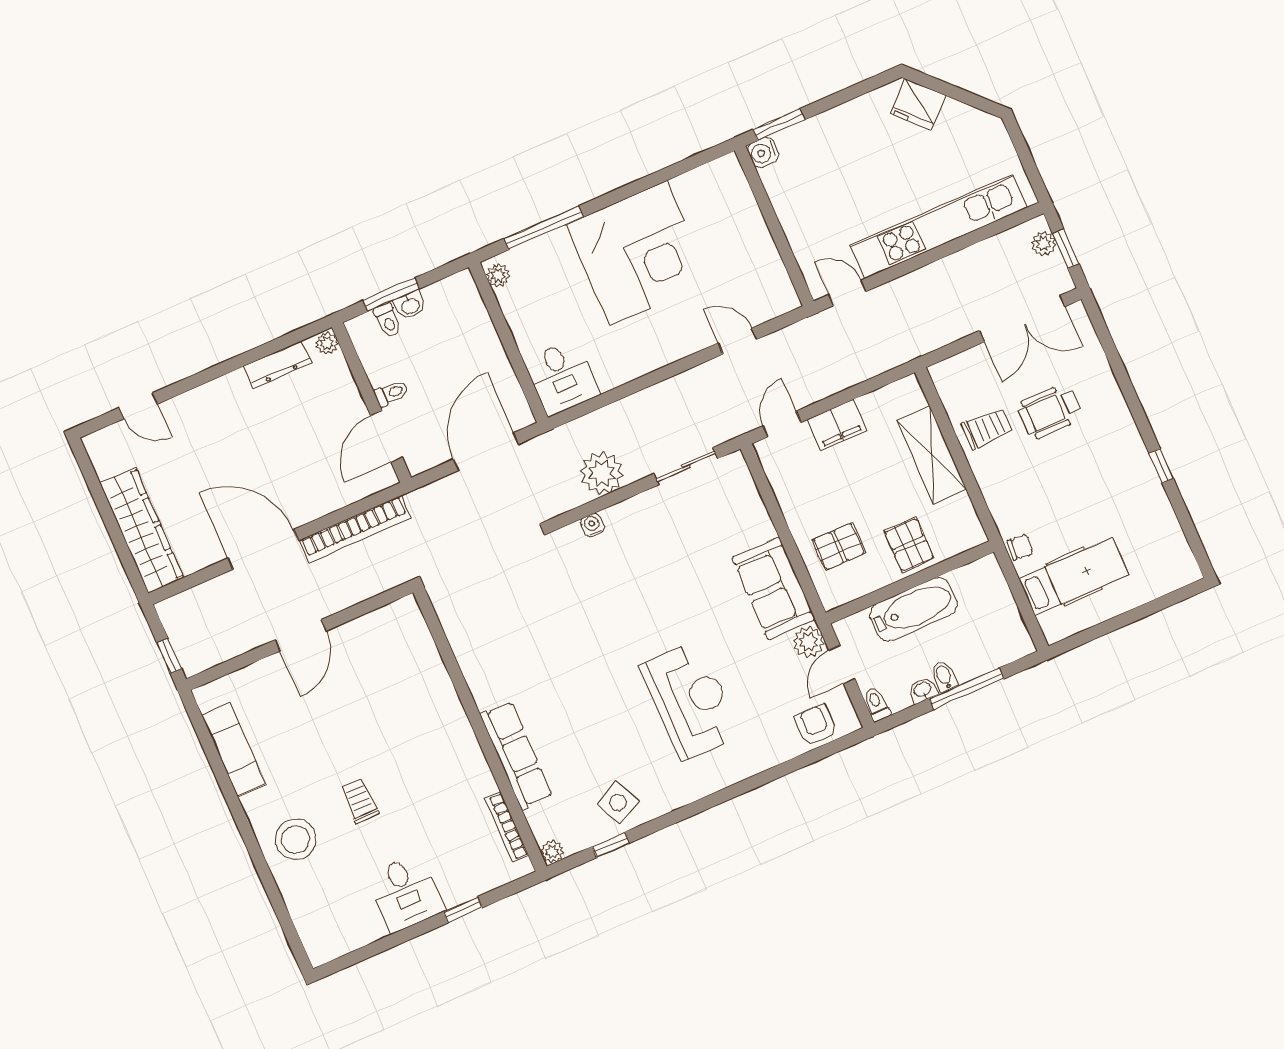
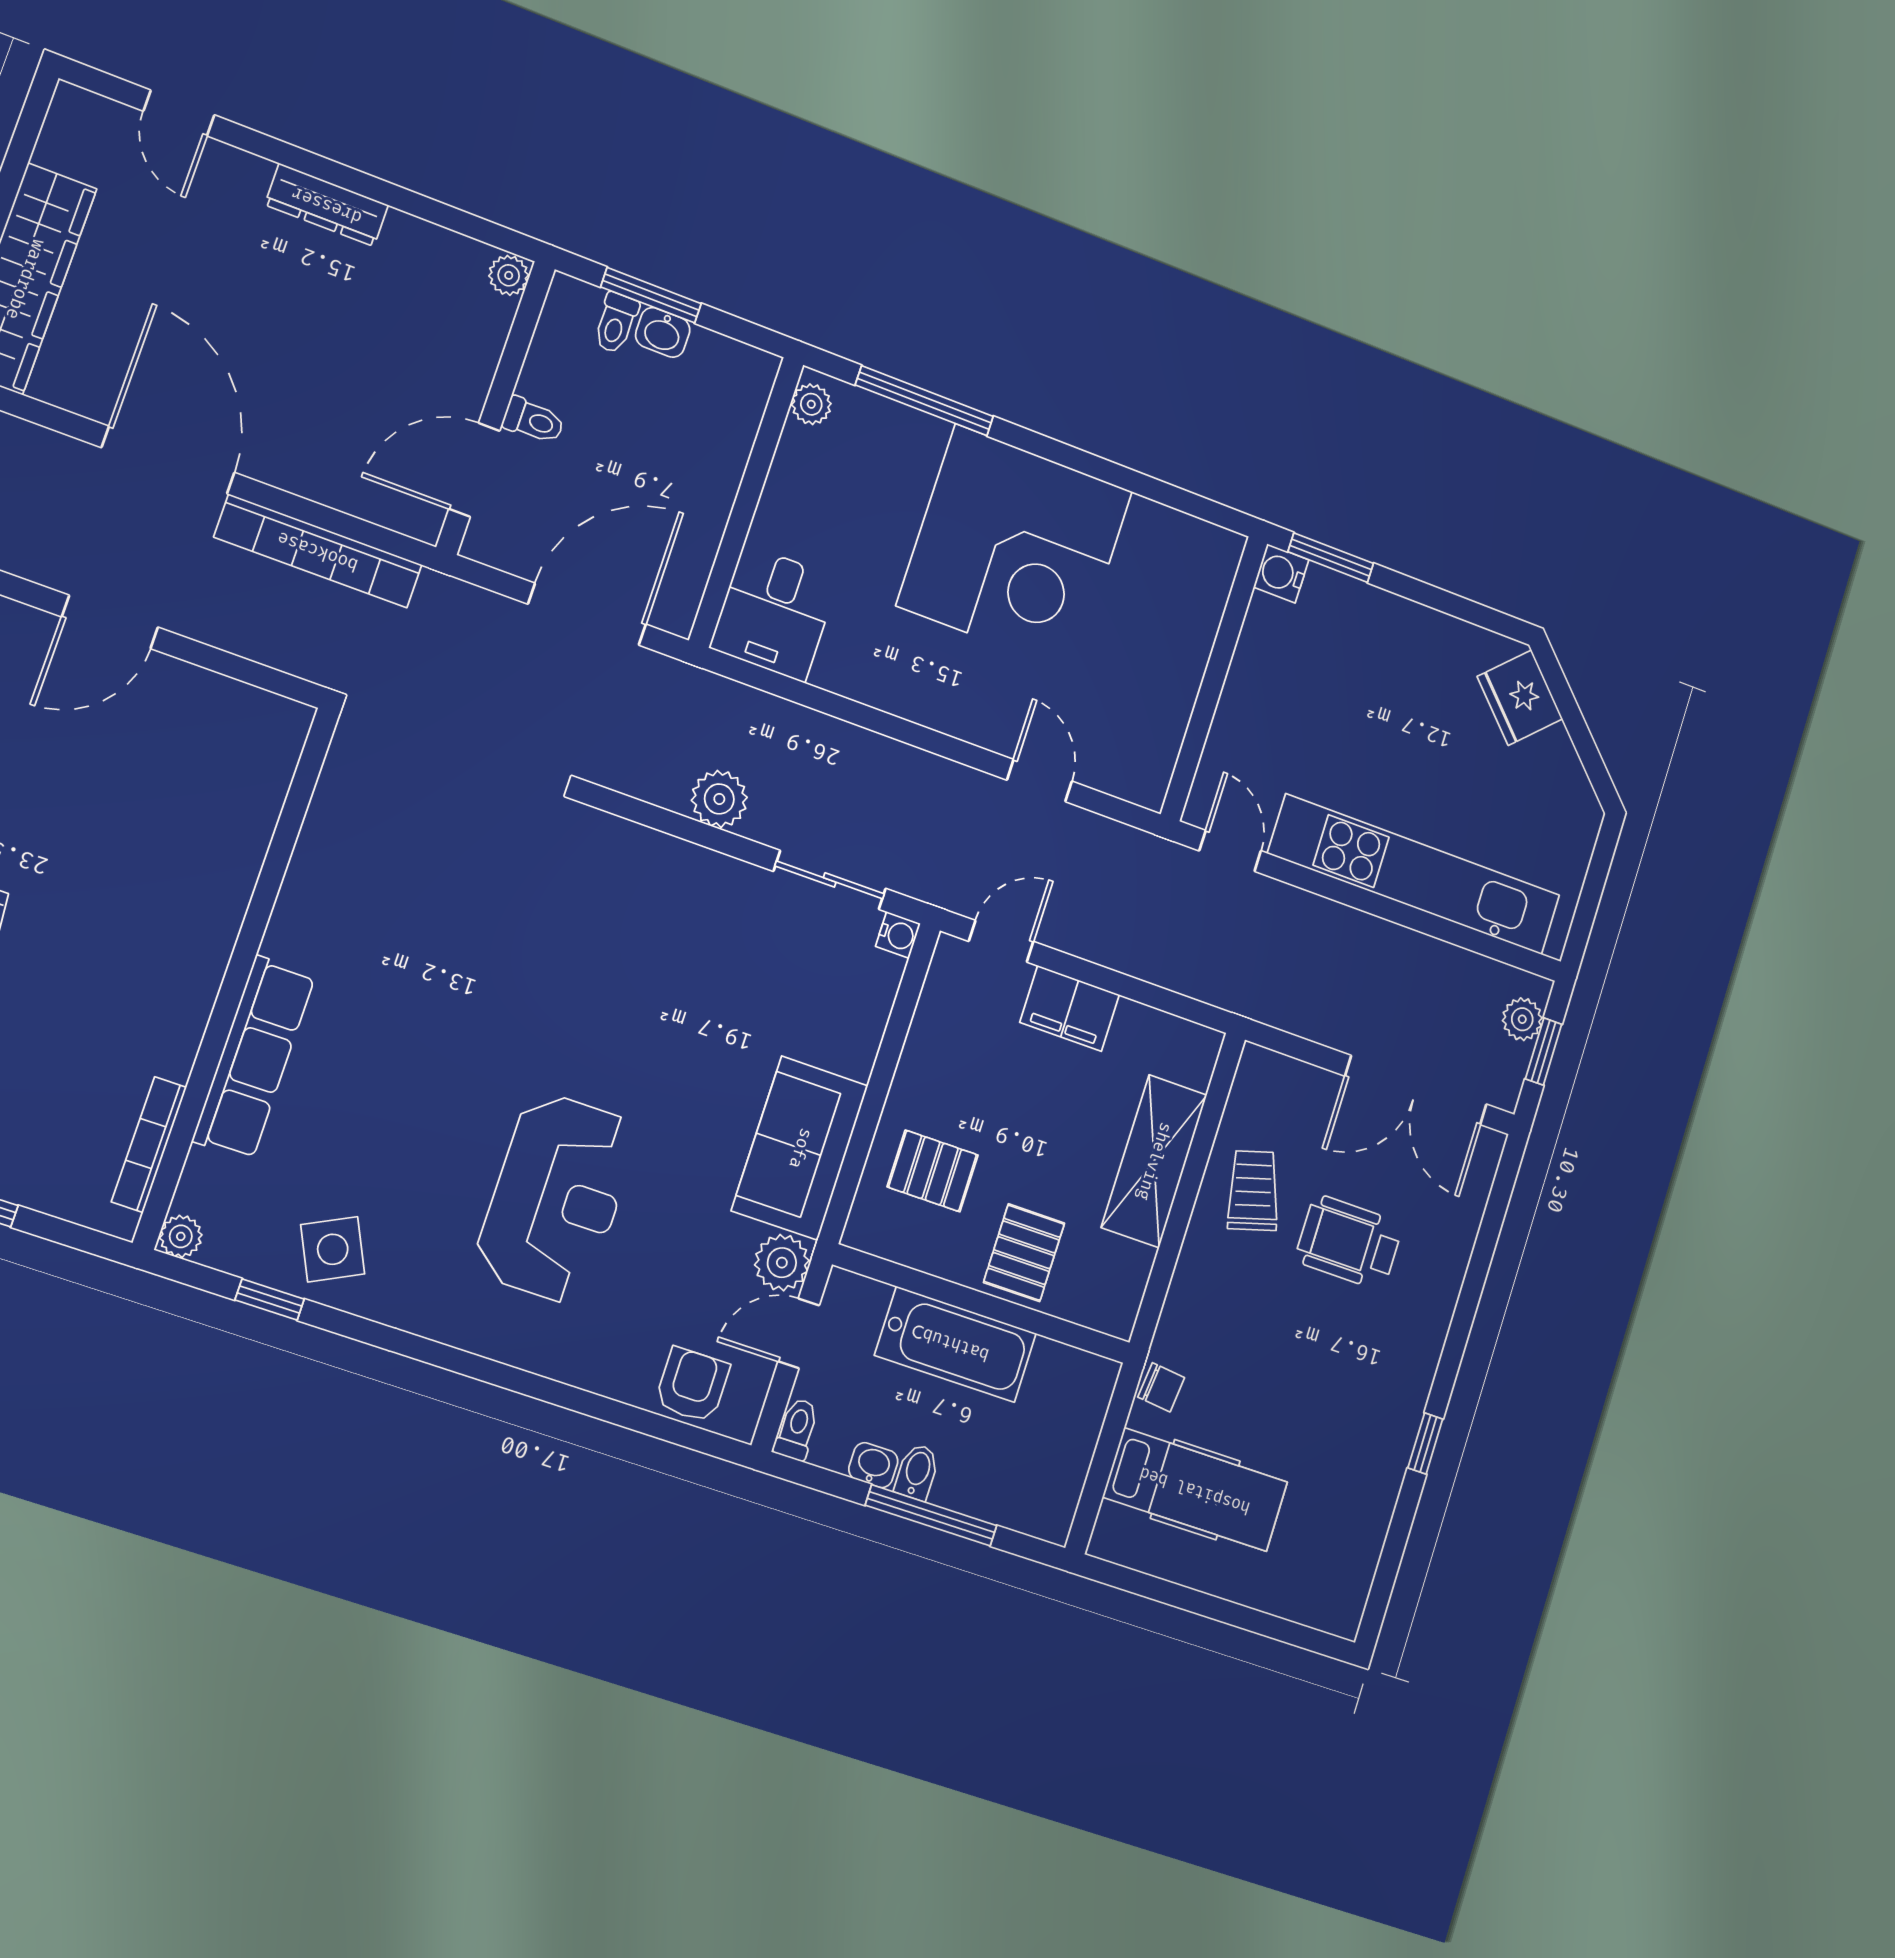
dresser: (278, 365) -> (327, 205), moved
trolley: (987, 428) -> (1253, 1191), turned -106
plant: (602, 473) -> (719, 799), width x0.73, depth x0.73
water cooler: (592, 525) -> (898, 935), moved, turned 90

